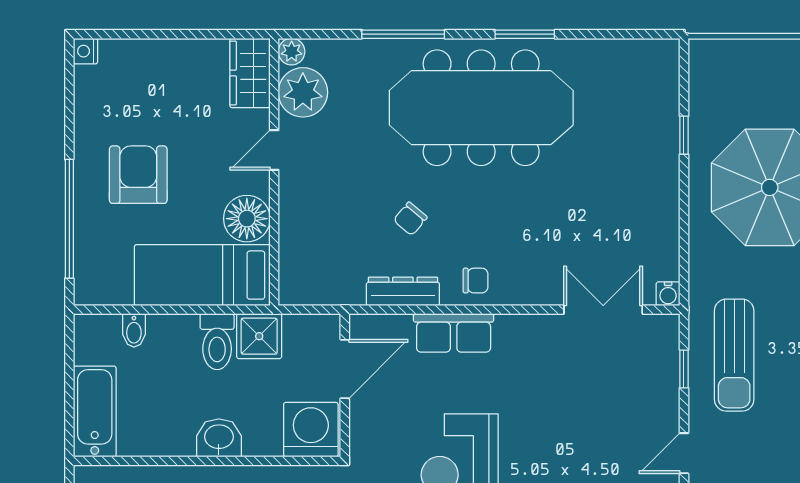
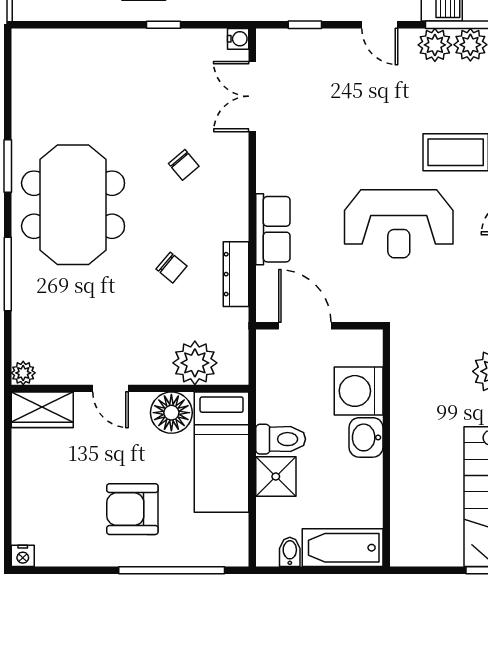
plant: (303, 92) -> (195, 363), moved
meeting table: (481, 108) -> (73, 205), width x0.73
window: (684, 135) -> (163, 25), moved
chair: (476, 281) -> (184, 165), moved, turned 140
bidet: (134, 330) -> (290, 552), moved, turned -90
shower: (259, 336) -> (276, 477), moved
washing machine: (311, 430) -> (359, 391), moved

